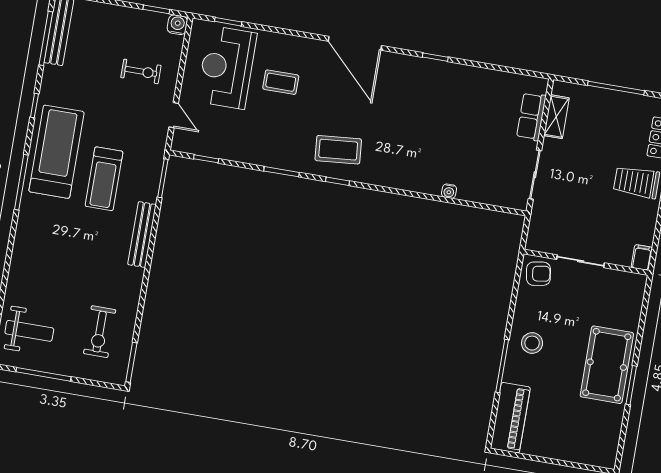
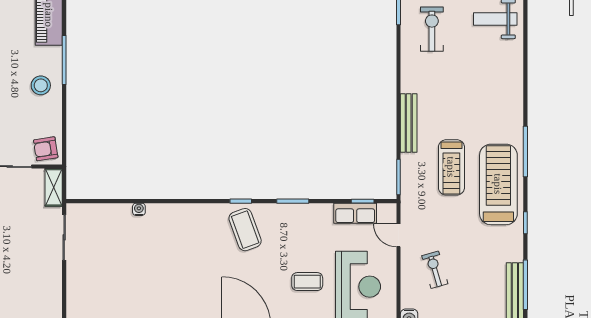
exercise bike: (141, 71) -> (435, 270), turned 74
row of seats: (531, 117) -> (355, 213), moved, turned 90
shelving: (556, 117) -> (54, 187), moved
coffee table: (338, 150) -> (245, 230), turned 75
treadmill: (57, 152) -> (498, 184), turned 180
treadmill: (104, 179) -> (451, 167), turned 180

